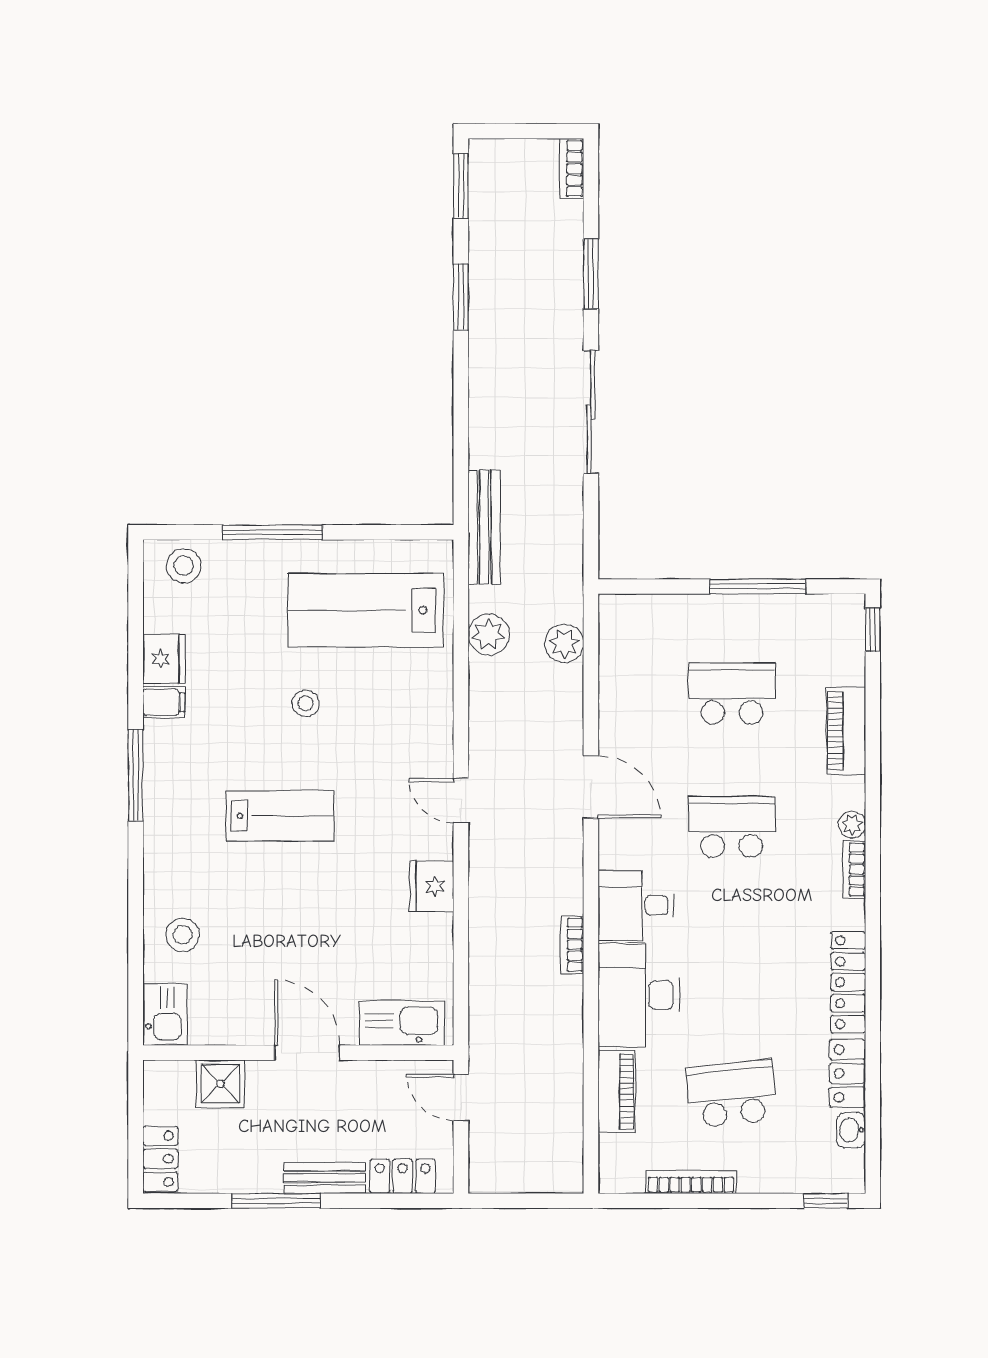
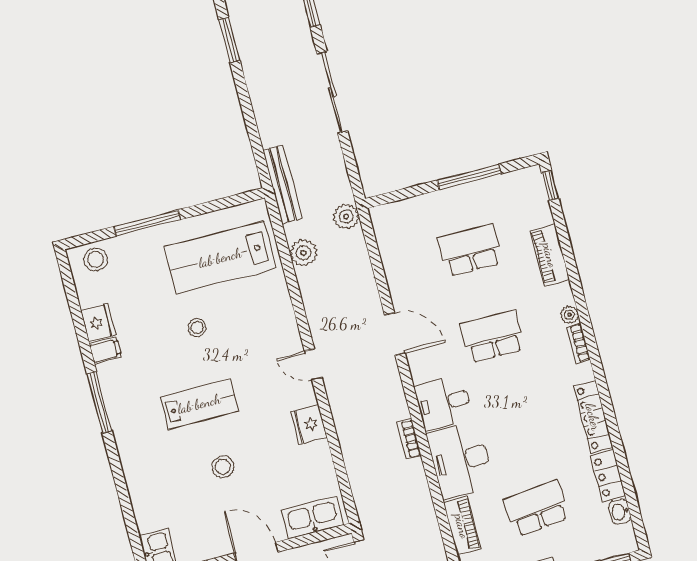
plant: (564, 643) -> (346, 216), moved
stool: (183, 935) -> (223, 467), moved

